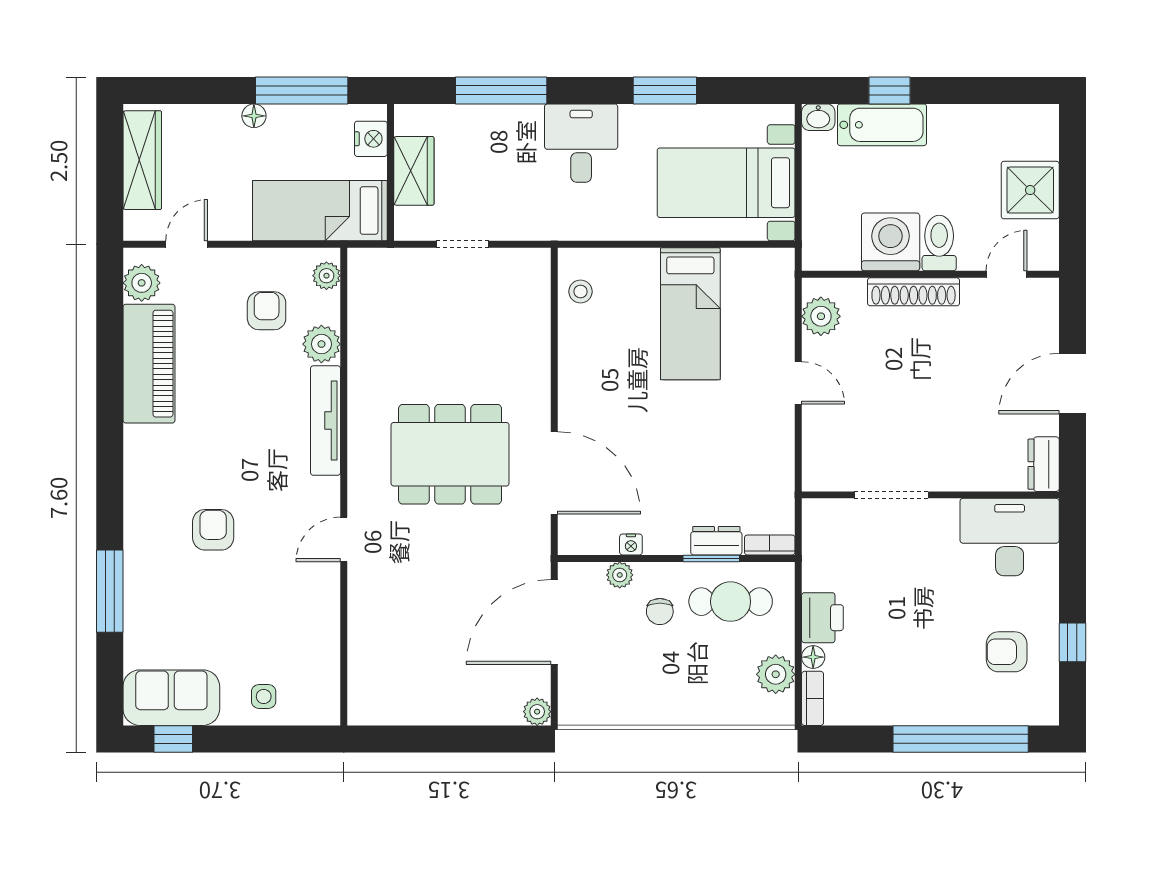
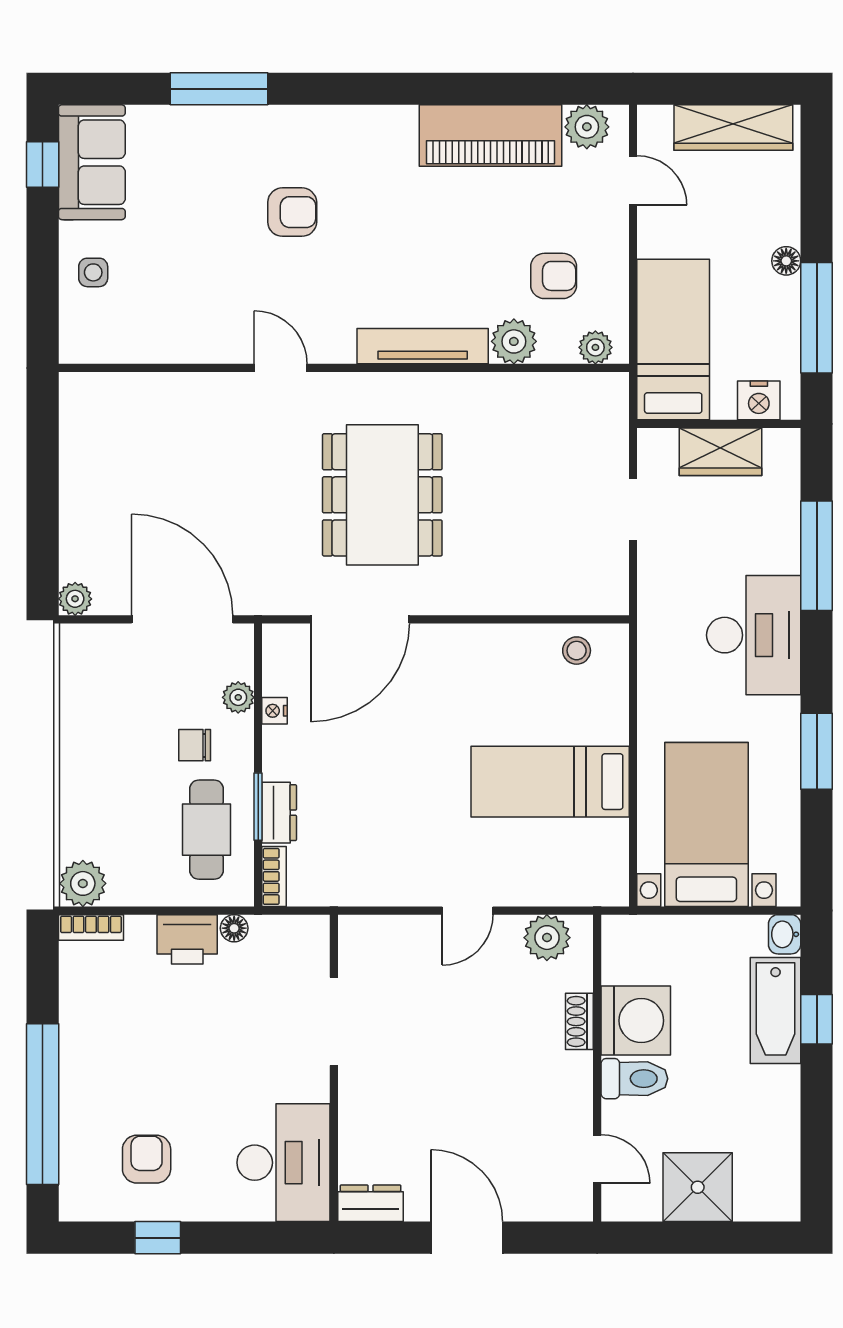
desk: (581, 143) -> (754, 635), width x1.37
shoe rack: (914, 292) -> (579, 1021), width x0.51, depth x0.81
floor lamp: (813, 657) -> (234, 928), moved
plant: (776, 674) -> (83, 883), moved

